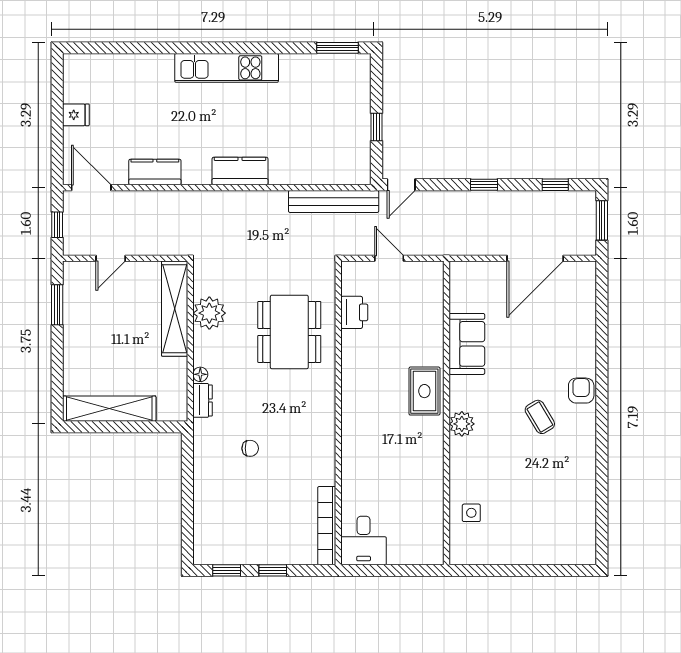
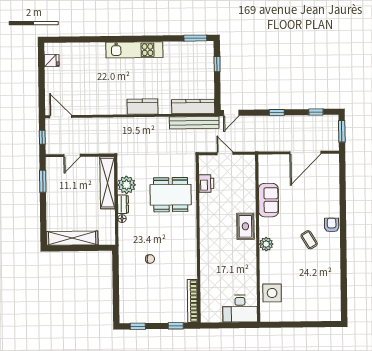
fridge: (76, 115) -> (52, 61), moved
window: (377, 127) -> (217, 64), moved
kitchen counter: (155, 172) -> (193, 106), moved, width x1.50
dining table: (289, 332) -> (171, 195), turned 90
dresser: (203, 400) -> (123, 204), moved
side table: (471, 513) -> (272, 293), width x1.87, depth x1.87
desk: (364, 540) -> (240, 309), moved, width x1.37
window: (273, 570) -> (176, 326), moved

